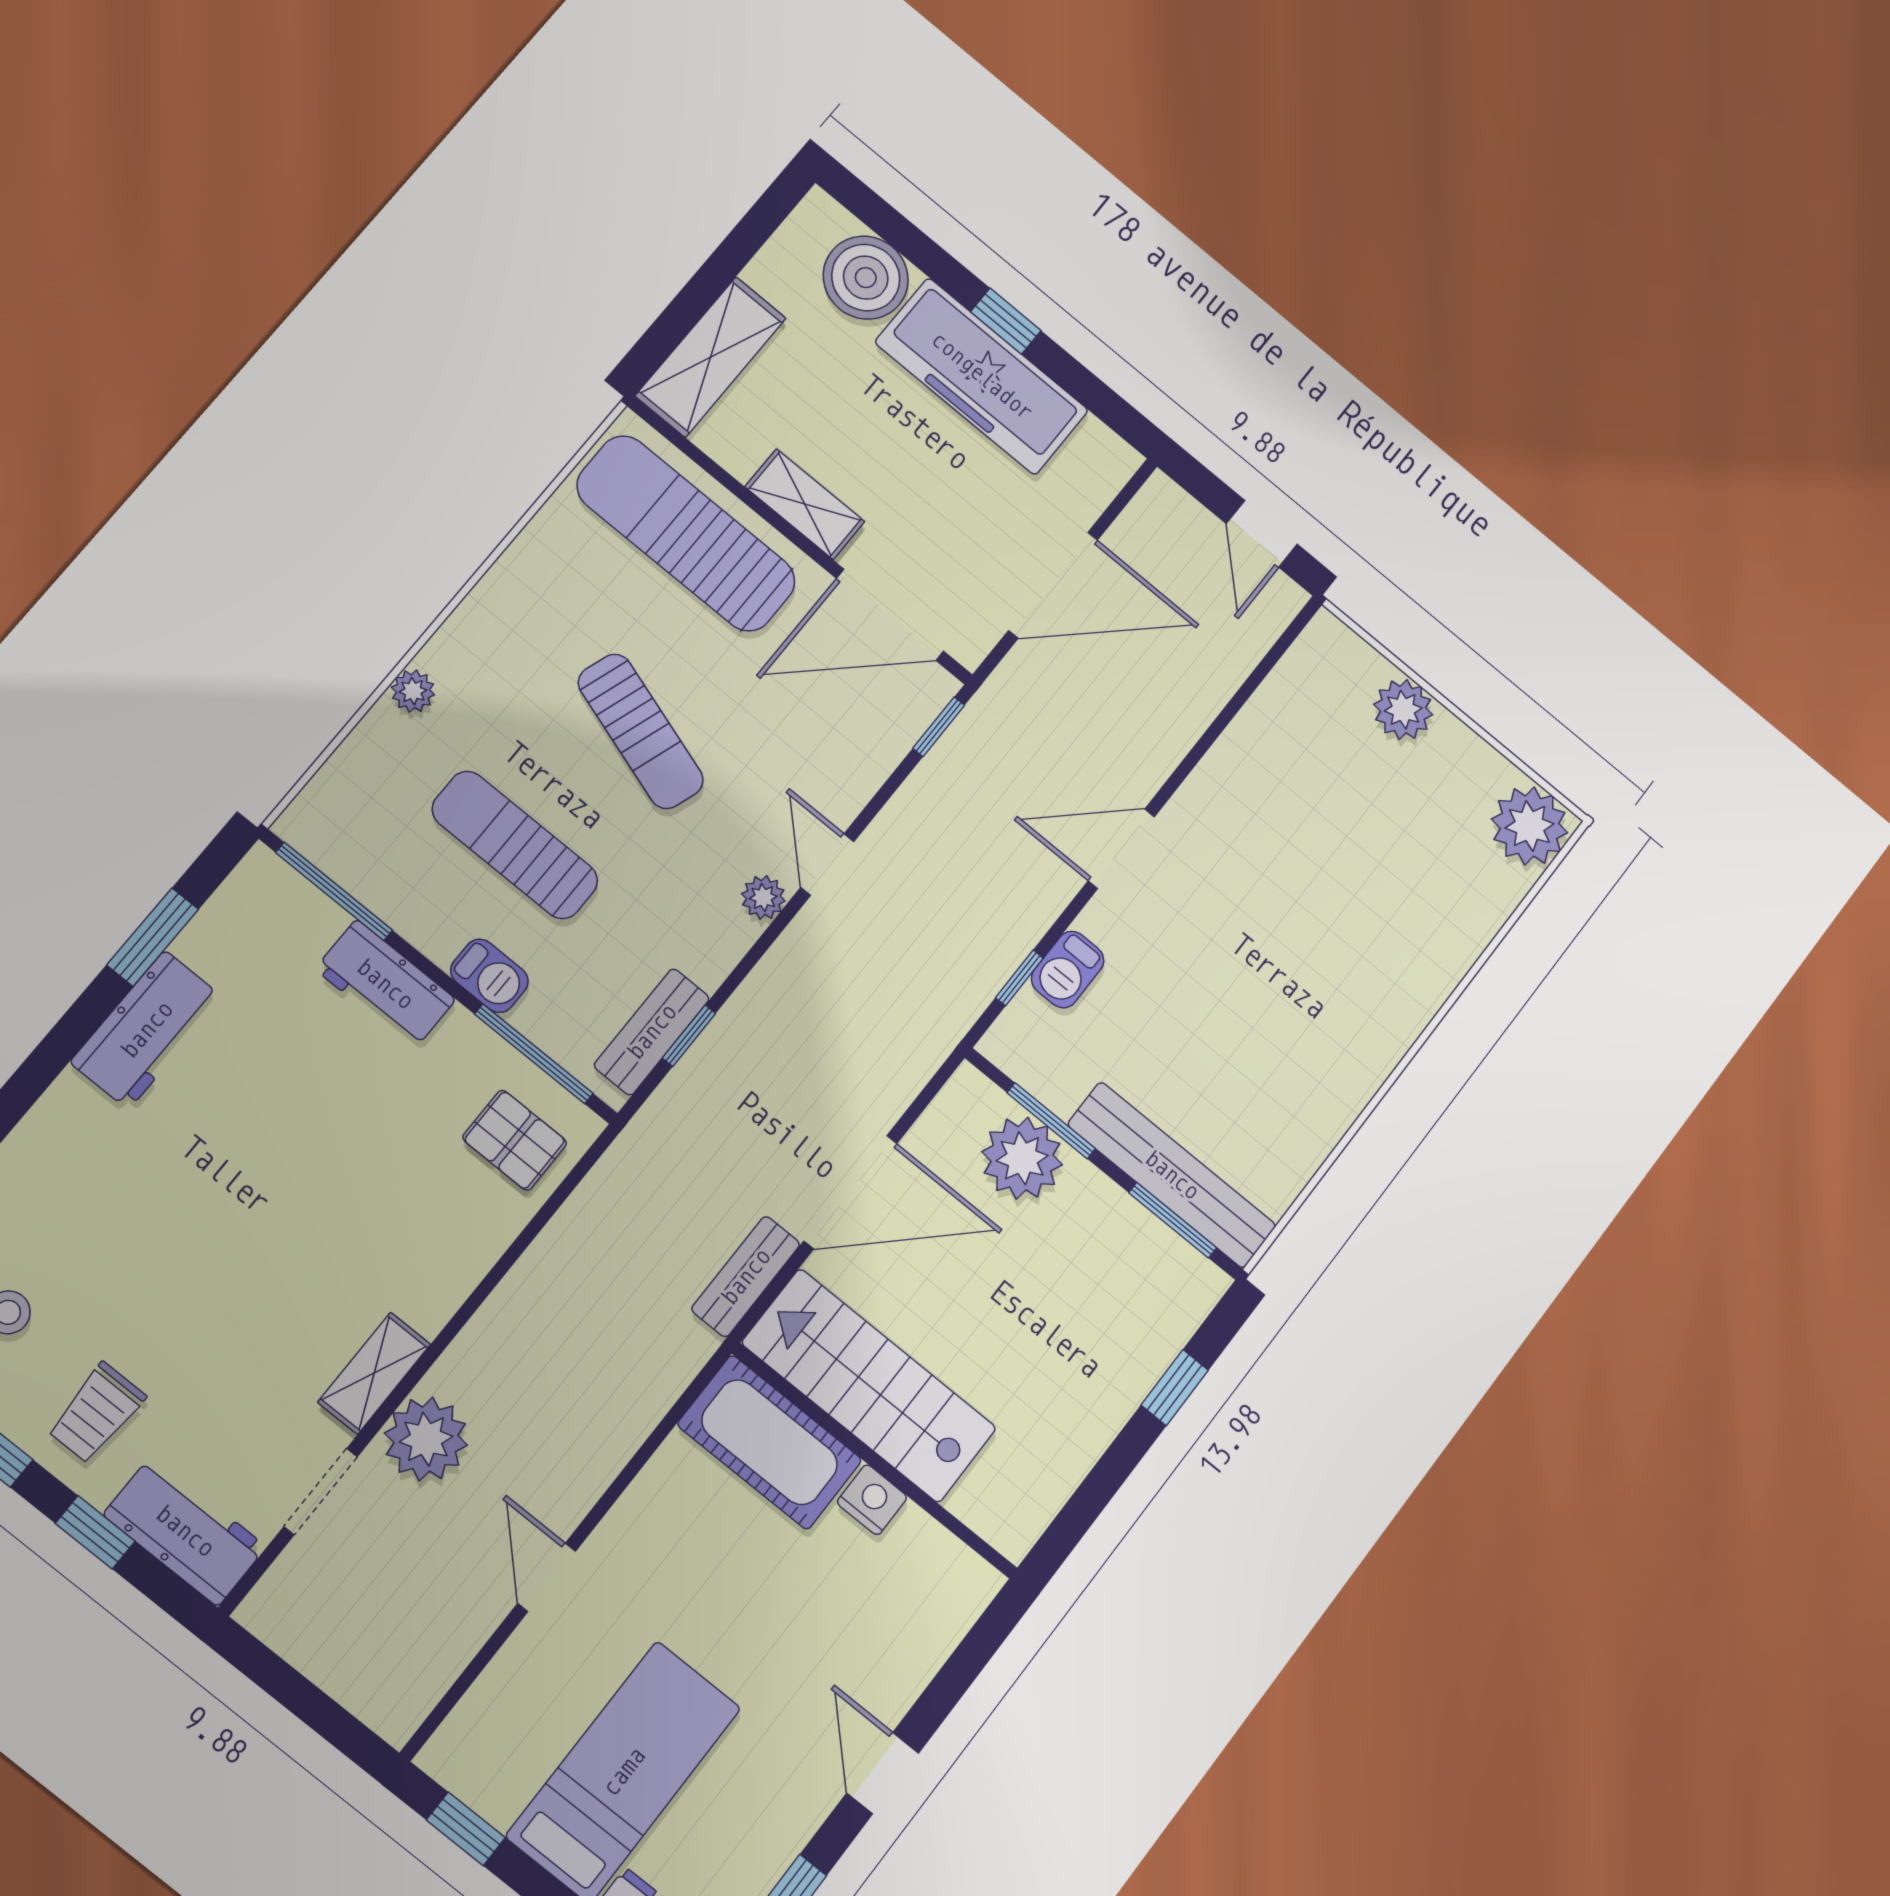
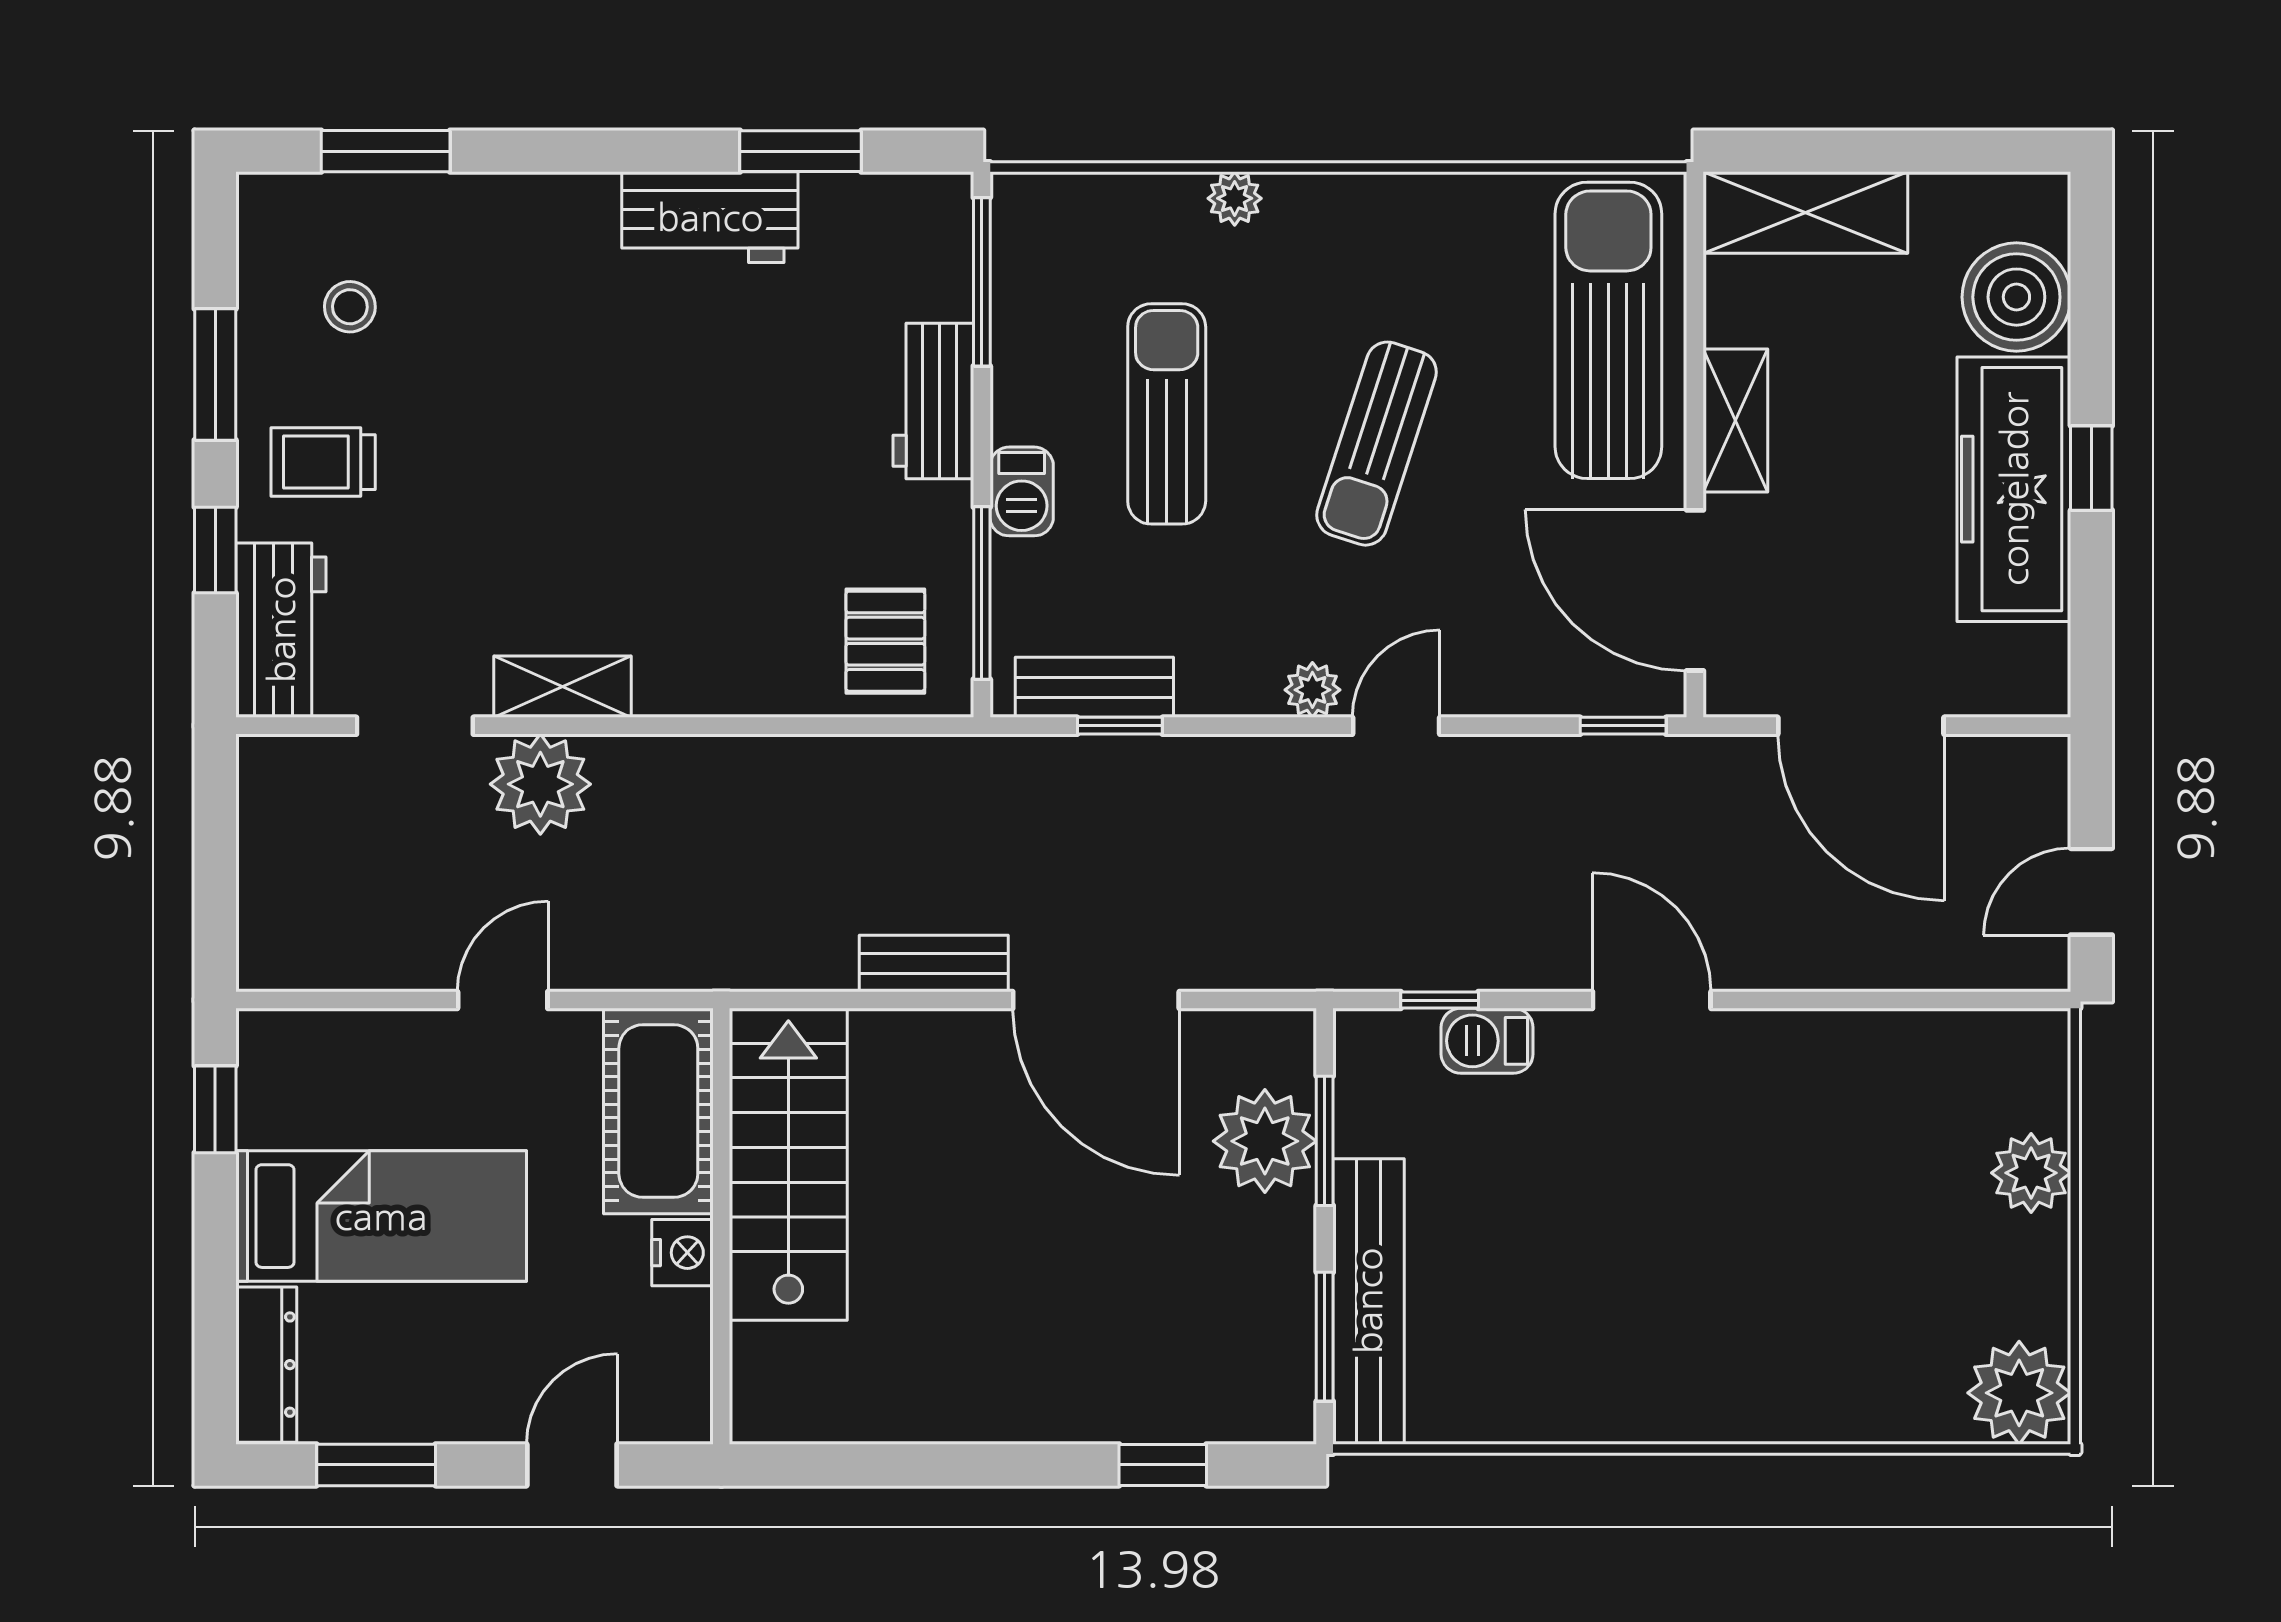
stairs: (869, 1386) -> (788, 1164), moved
cot: (770, 1442) -> (658, 1111), moved
wall: (875, 1461) -> (721, 1226), moved
nightstand: (872, 1500) -> (682, 1253), moved

